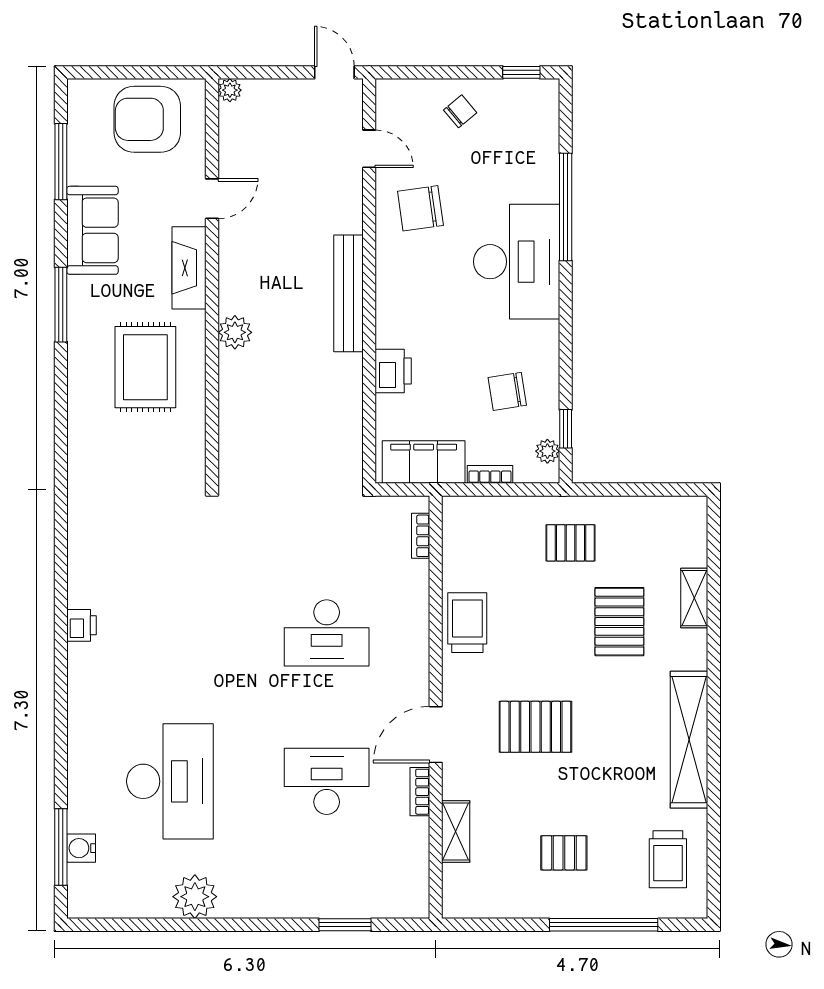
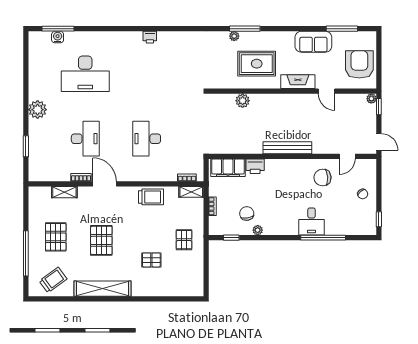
window: (249, 72) -> (379, 107), added
door: (334, 72) -> (379, 142), hinge flipped
chair: (420, 208) -> (322, 178), turned -86
desk: (517, 262) -> (311, 221), width x0.53, depth x0.77
window: (61, 305) -> (245, 29), moved
plant: (235, 332) -> (243, 101), moved
plant: (79, 422) -> (234, 36), added
plant: (547, 451) -> (258, 230), moved
filing cabinet: (424, 462) -> (228, 168), moved, turned 90
shelving: (694, 598) -> (191, 192), moved
pallet: (619, 622) -> (151, 260), width x0.67, depth x0.71
pallet: (535, 727) -> (101, 240), moved
pallet: (564, 853) -> (56, 237), width x1.50, depth x1.42
trolley: (668, 859) -> (53, 280), turned 144
plant: (195, 897) -> (38, 110), moved

